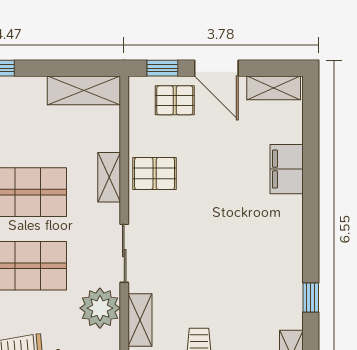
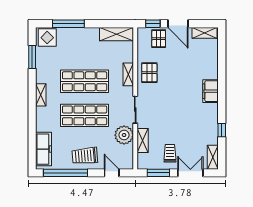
pallet: (175, 100) -> (159, 39), turned 90
filing cabinet: (287, 169) -> (210, 91), moved
pallet: (155, 173) -> (149, 73), turned 90

